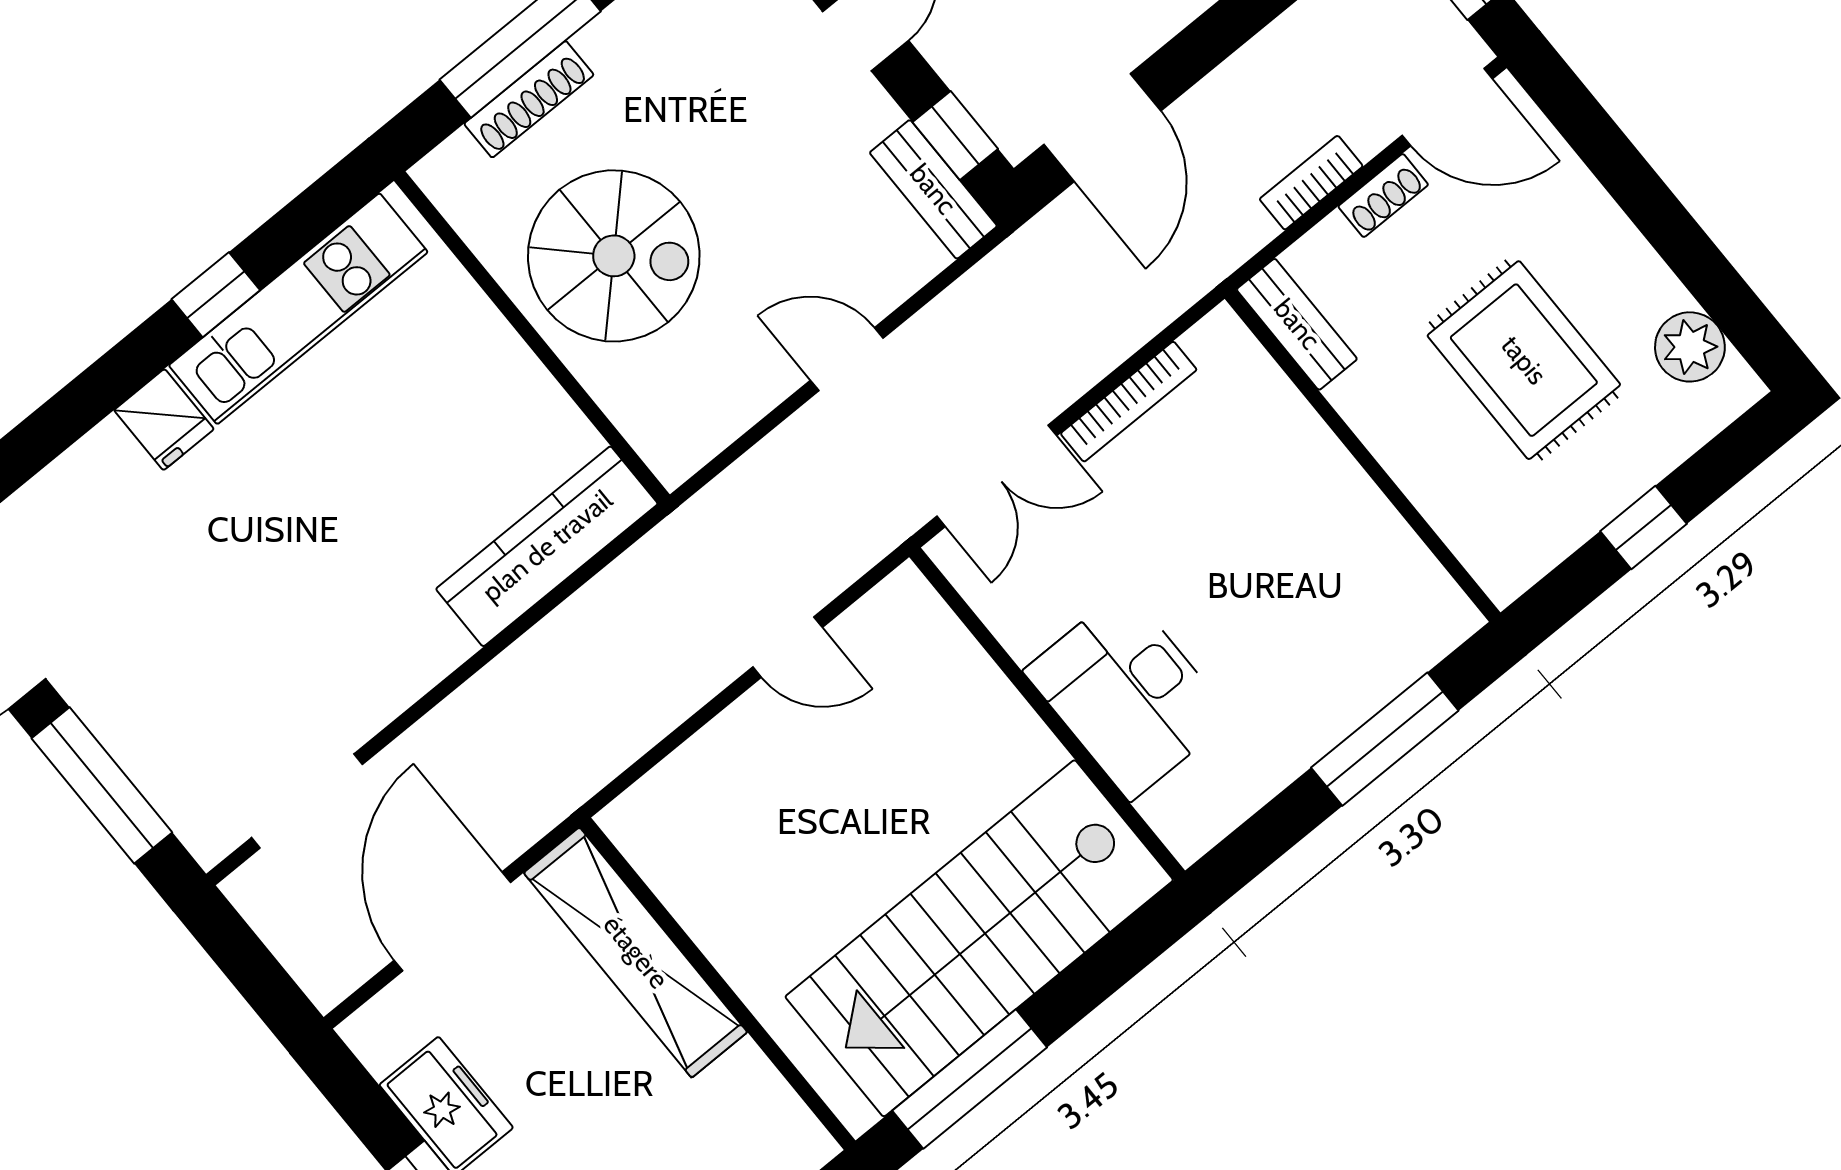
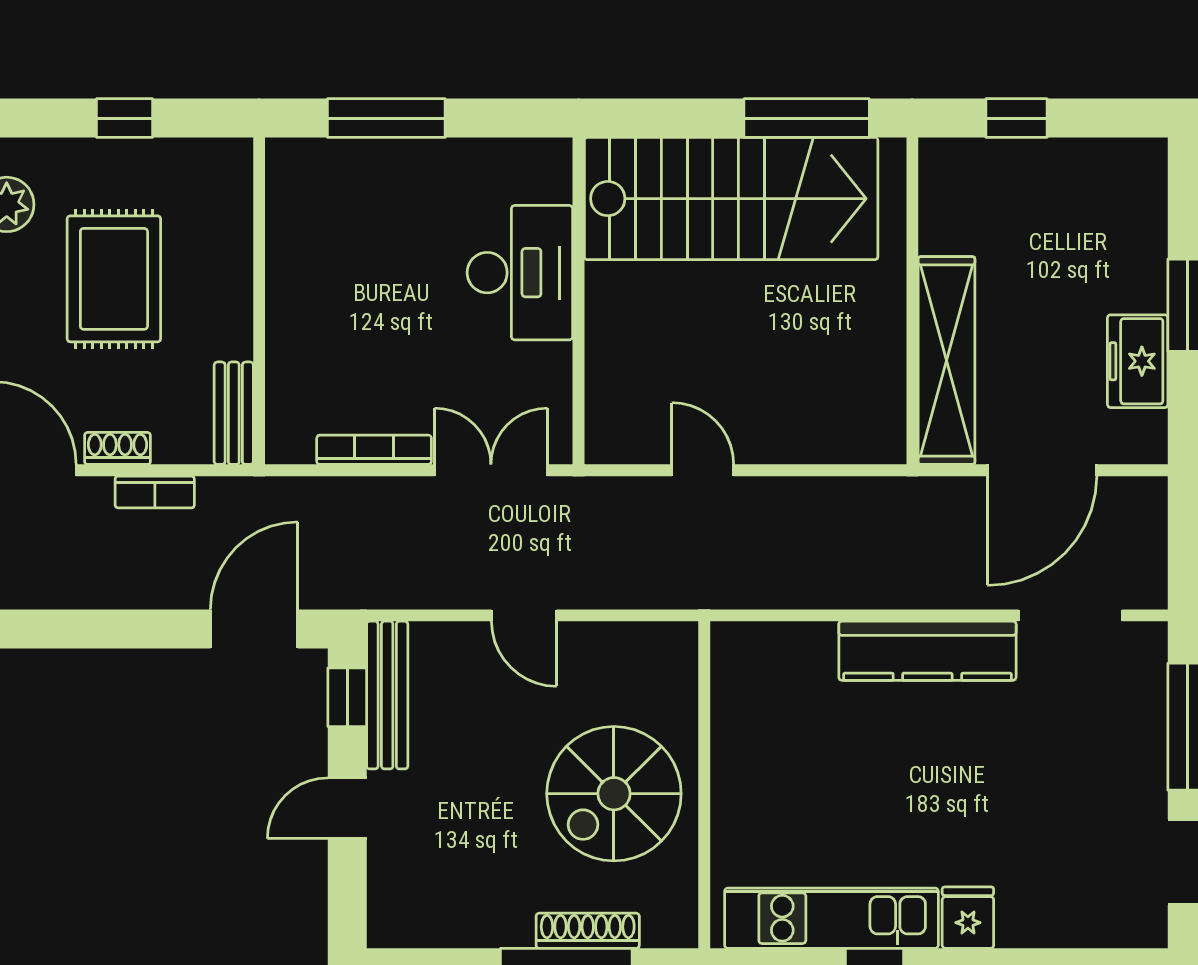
bench: (933, 189) -> (387, 695), width x1.36
spiral stairs: (614, 256) -> (614, 794), turned -90
kitchen counter: (547, 546) -> (927, 651), moved

